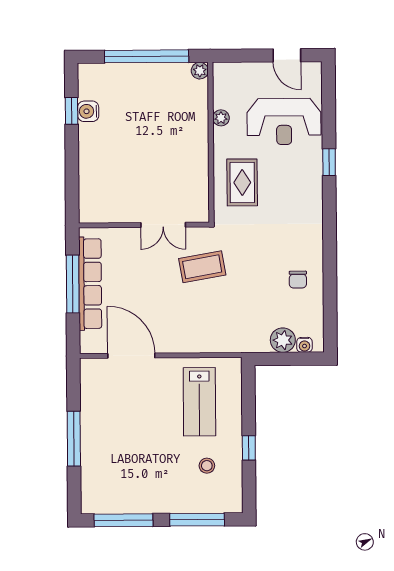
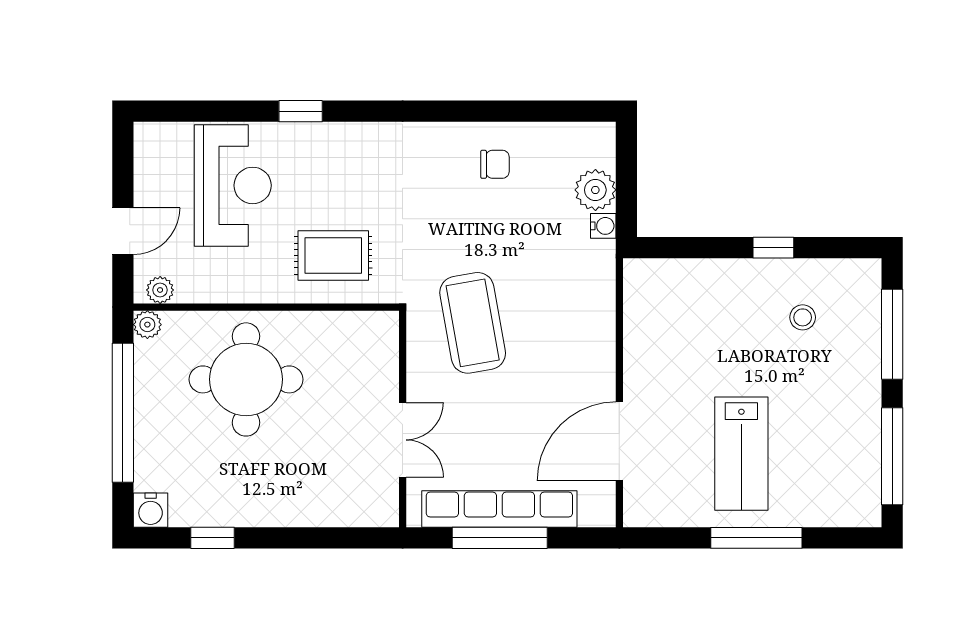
door: (287, 55) -> (123, 231), moved
water cooler: (88, 111) -> (151, 510), moved
plant: (221, 118) -> (160, 290), moved
round table: (167, 130) -> (246, 379), added
double door: (163, 225) -> (403, 440), moved
coffee table: (202, 267) -> (473, 323), width x1.36, depth x1.32
water cooler: (304, 345) -> (603, 226), moved
lab bench: (199, 402) -> (741, 454), moved, turned 90

